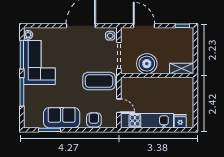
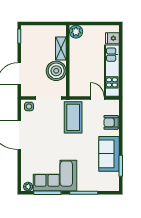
shelving: (182, 68) -> (61, 48), moved
plant: (187, 84) -> (76, 32), added
door: (119, 106) -> (97, 98), hinge flipped

